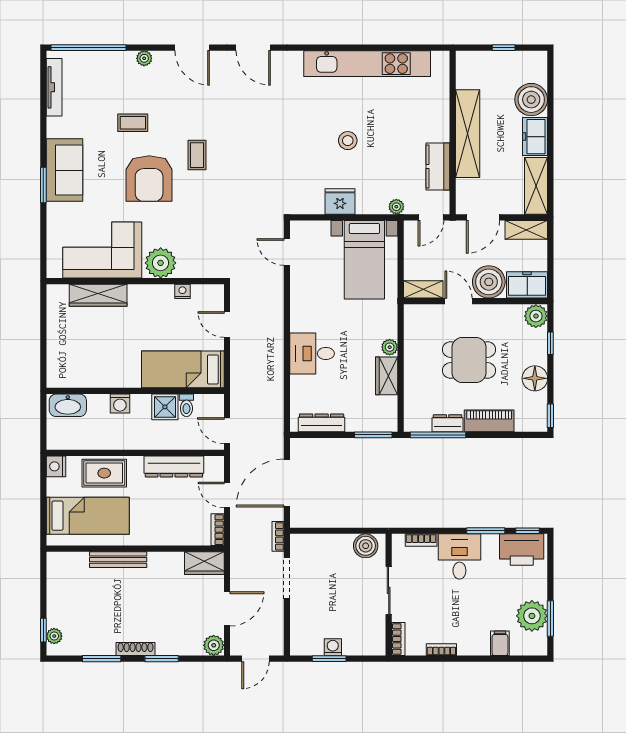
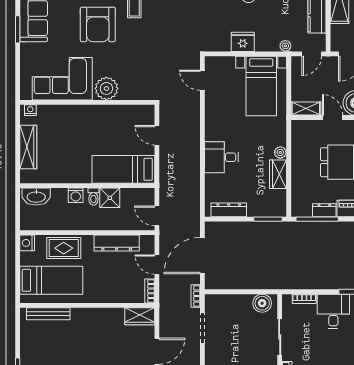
nightstand: (182, 291) -> (30, 110), moved
wardrobe: (98, 295) -> (28, 147), moved, turned -90
toilet: (186, 405) -> (93, 197), moved
bench: (118, 560) -> (48, 314), moved

